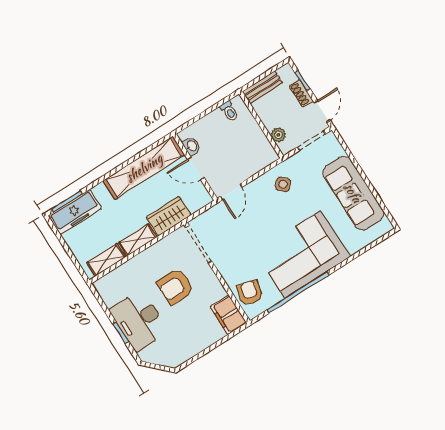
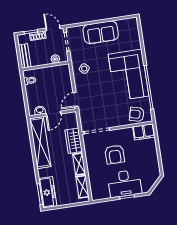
door: (231, 192) -> (75, 100), swing flipped
sofa: (353, 193) -> (101, 32), width x0.73

